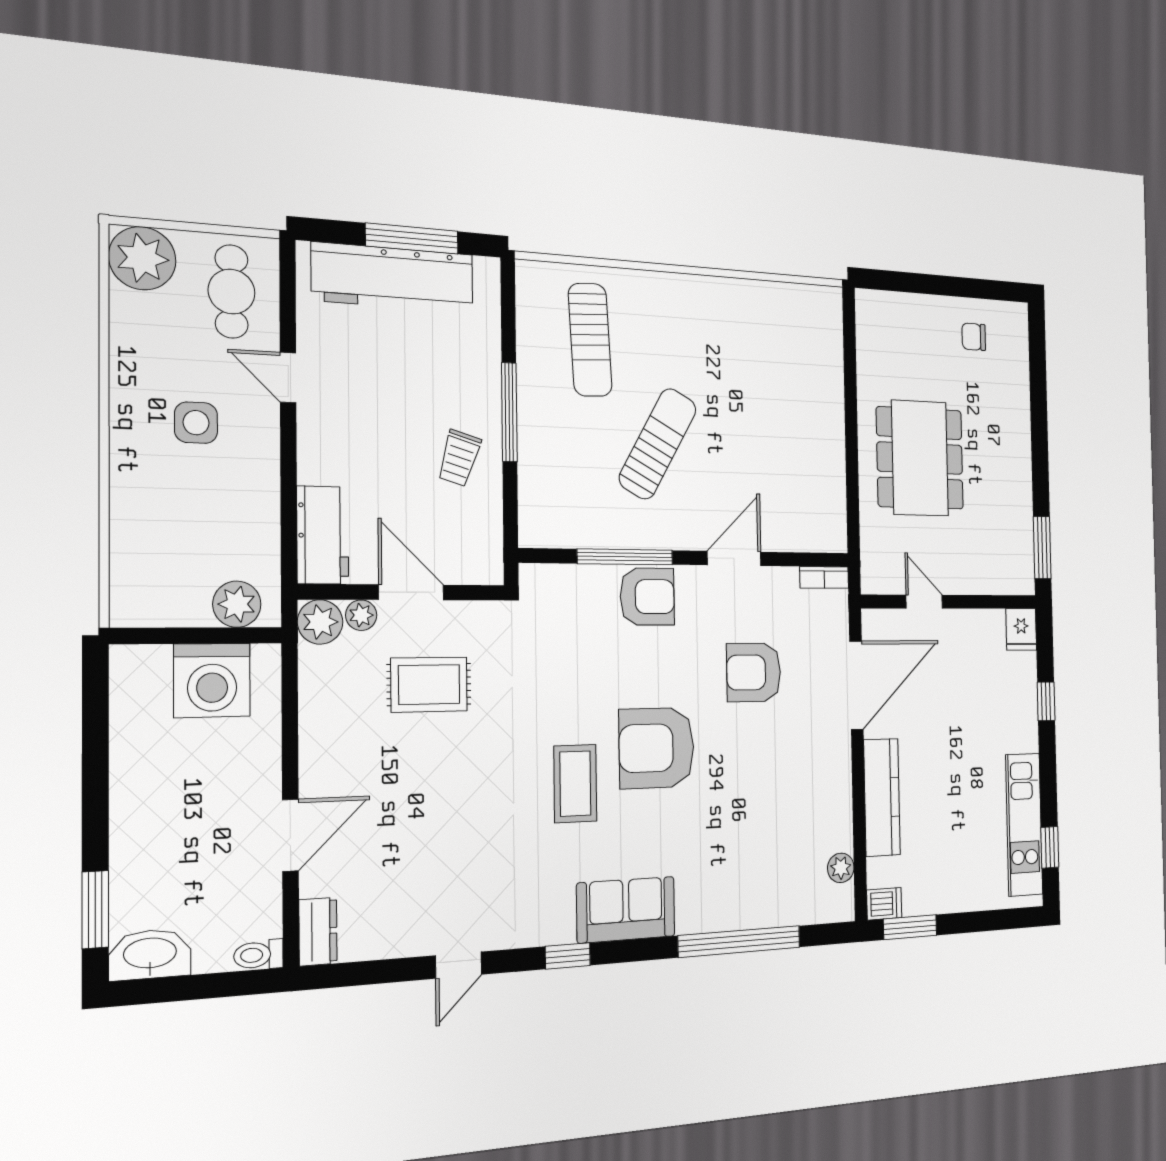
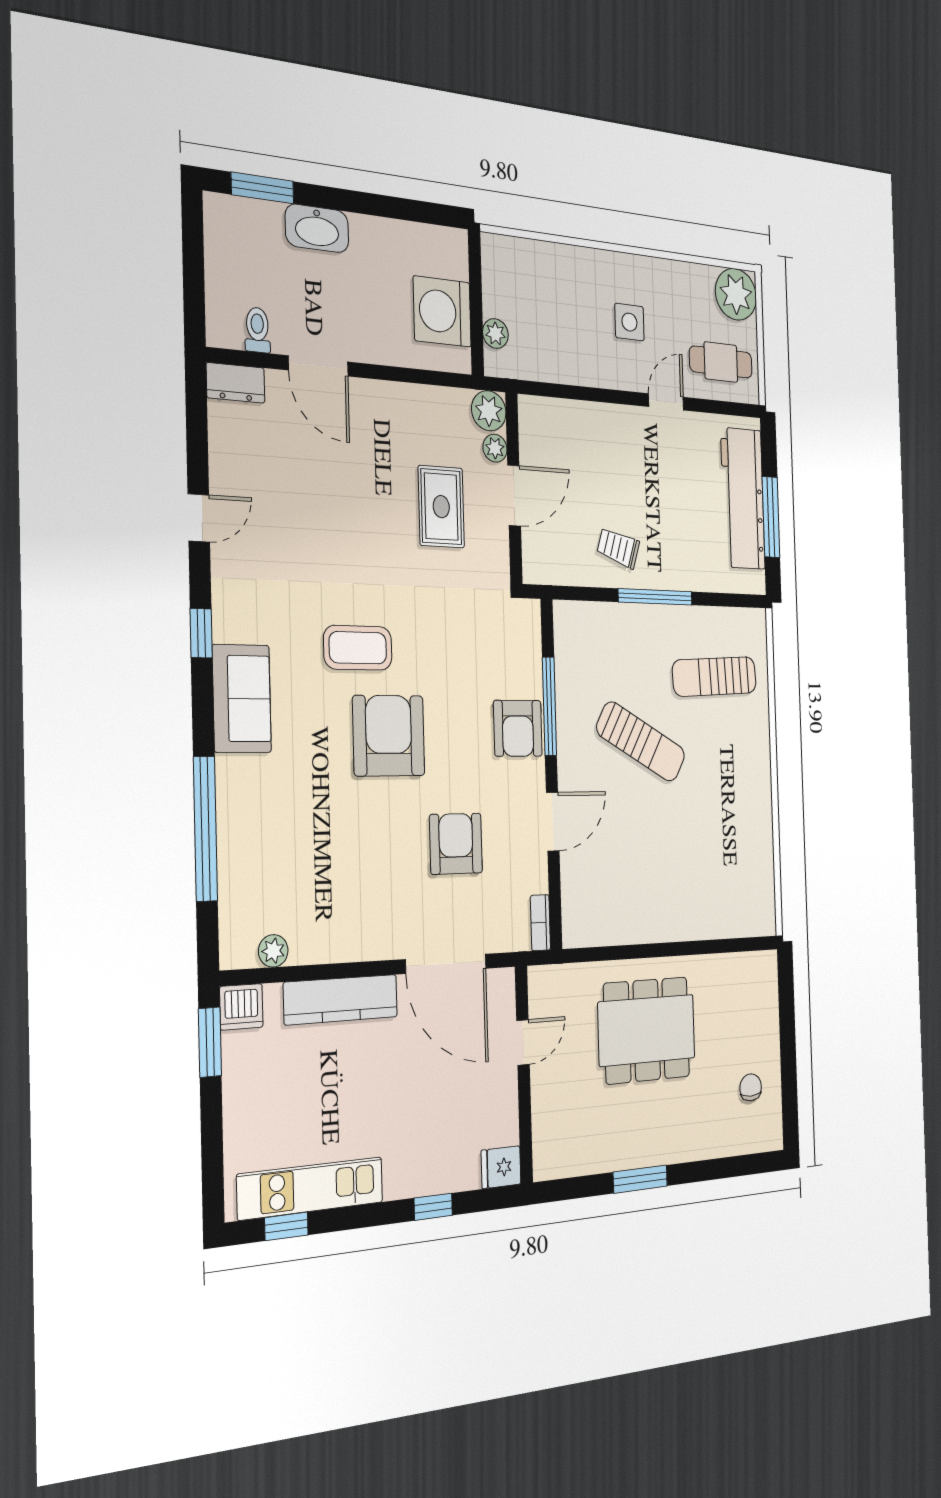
workbench: (323, 535) -> (555, 420), removed
window: (1042, 548) -> (640, 1179), moved
door: (734, 558) -> (553, 822), hinge flipped
plant: (237, 604) -> (495, 334), width x0.73, depth x0.73
dishwasher: (884, 904) -> (241, 1007), width x1.38
washbasin: (150, 954) -> (317, 228), moved, turned 90
toilet: (259, 955) -> (257, 330), moved
door: (459, 965) -> (199, 518), swing flipped

